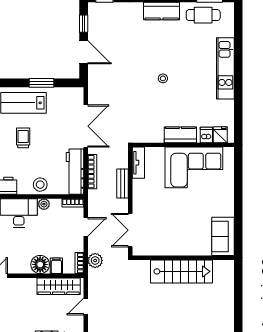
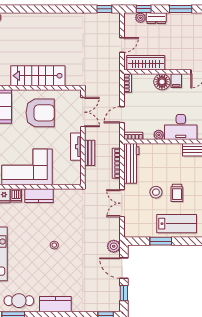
double door: (86, 126) -> (122, 203), width x0.73
tv unit: (138, 163) -> (76, 147), moved
stool: (40, 185) -> (156, 192), moved
armchair: (179, 229) -> (40, 113), added
plant: (95, 260) -> (114, 246), moved
filing cabinet: (56, 266) -> (176, 81), moved

